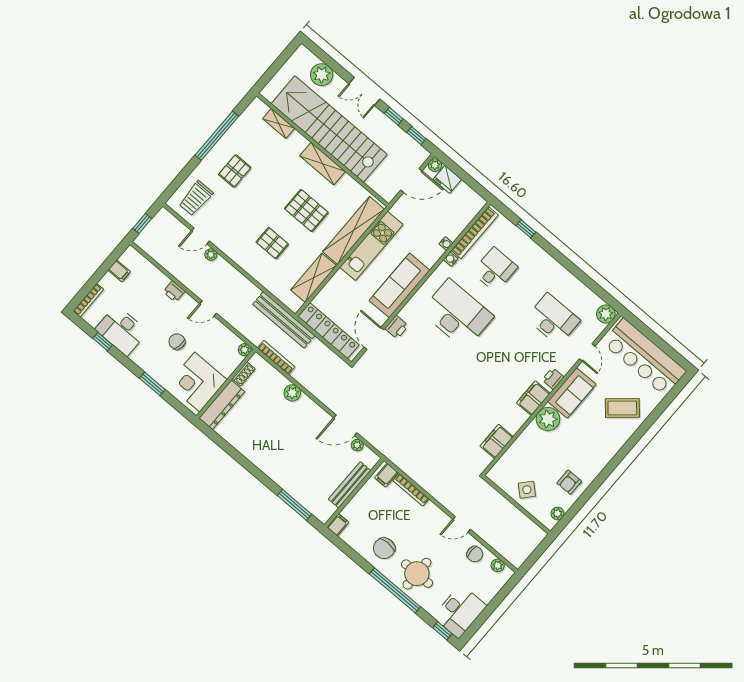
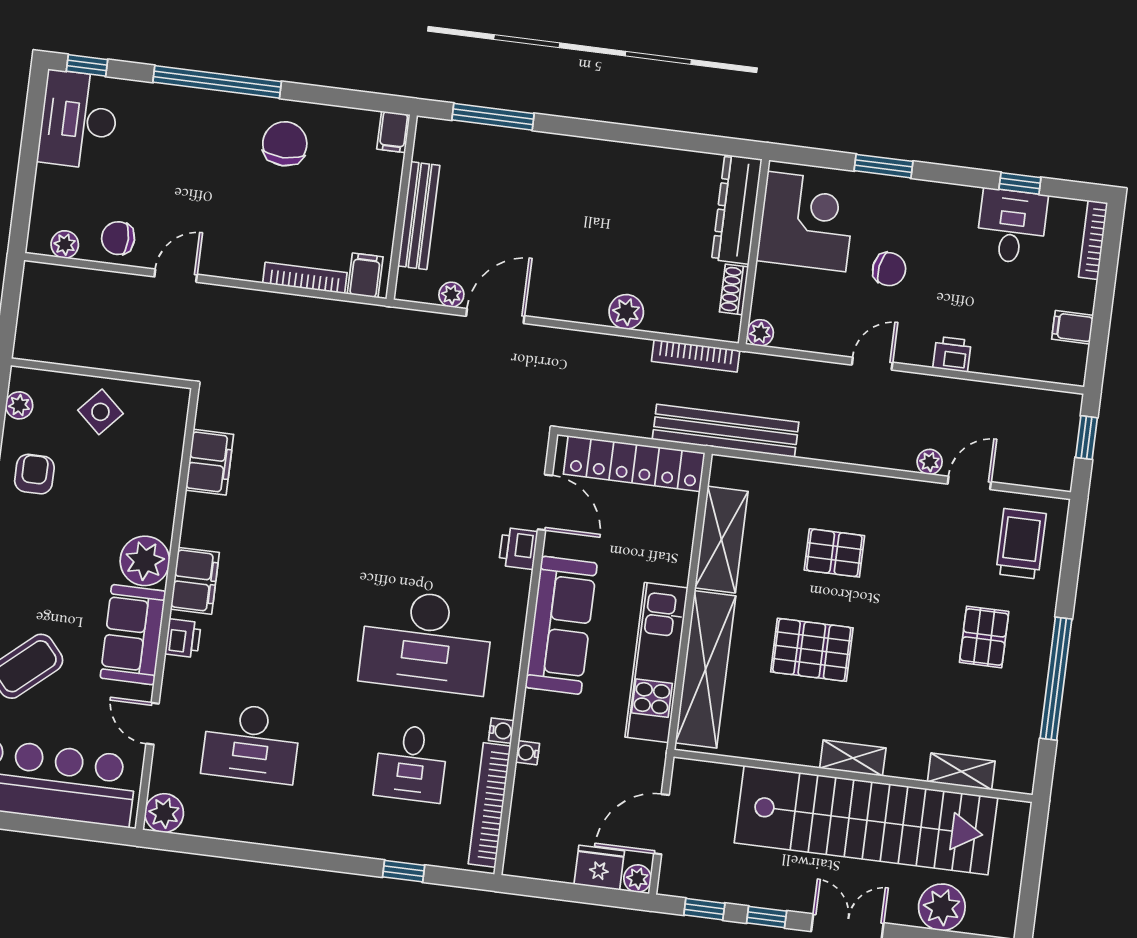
shelving: (322, 164) -> (853, 758), width x0.67, depth x0.75
desk: (122, 330) -> (1012, 226), width x0.73
round table: (417, 574) -> (198, 137), removed

